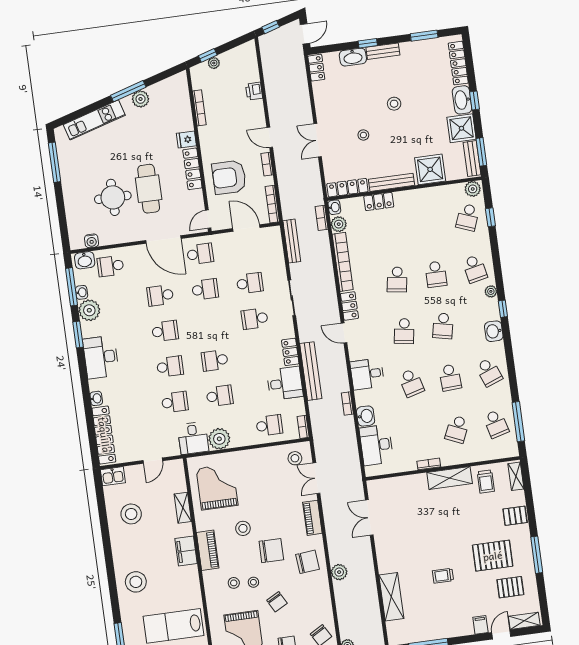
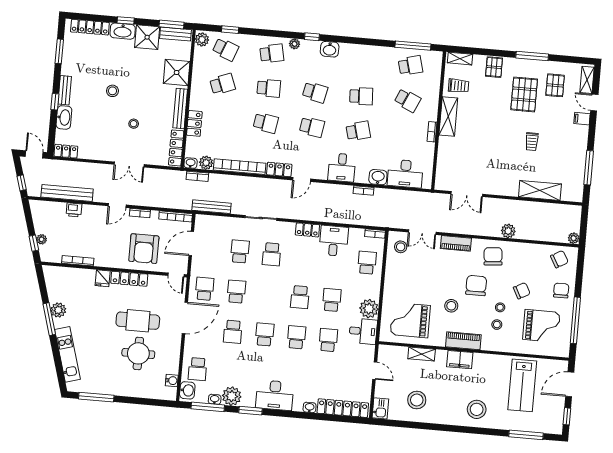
bench: (311, 371) -> (67, 193), moved
school desk: (489, 372) -> (222, 84), moved

